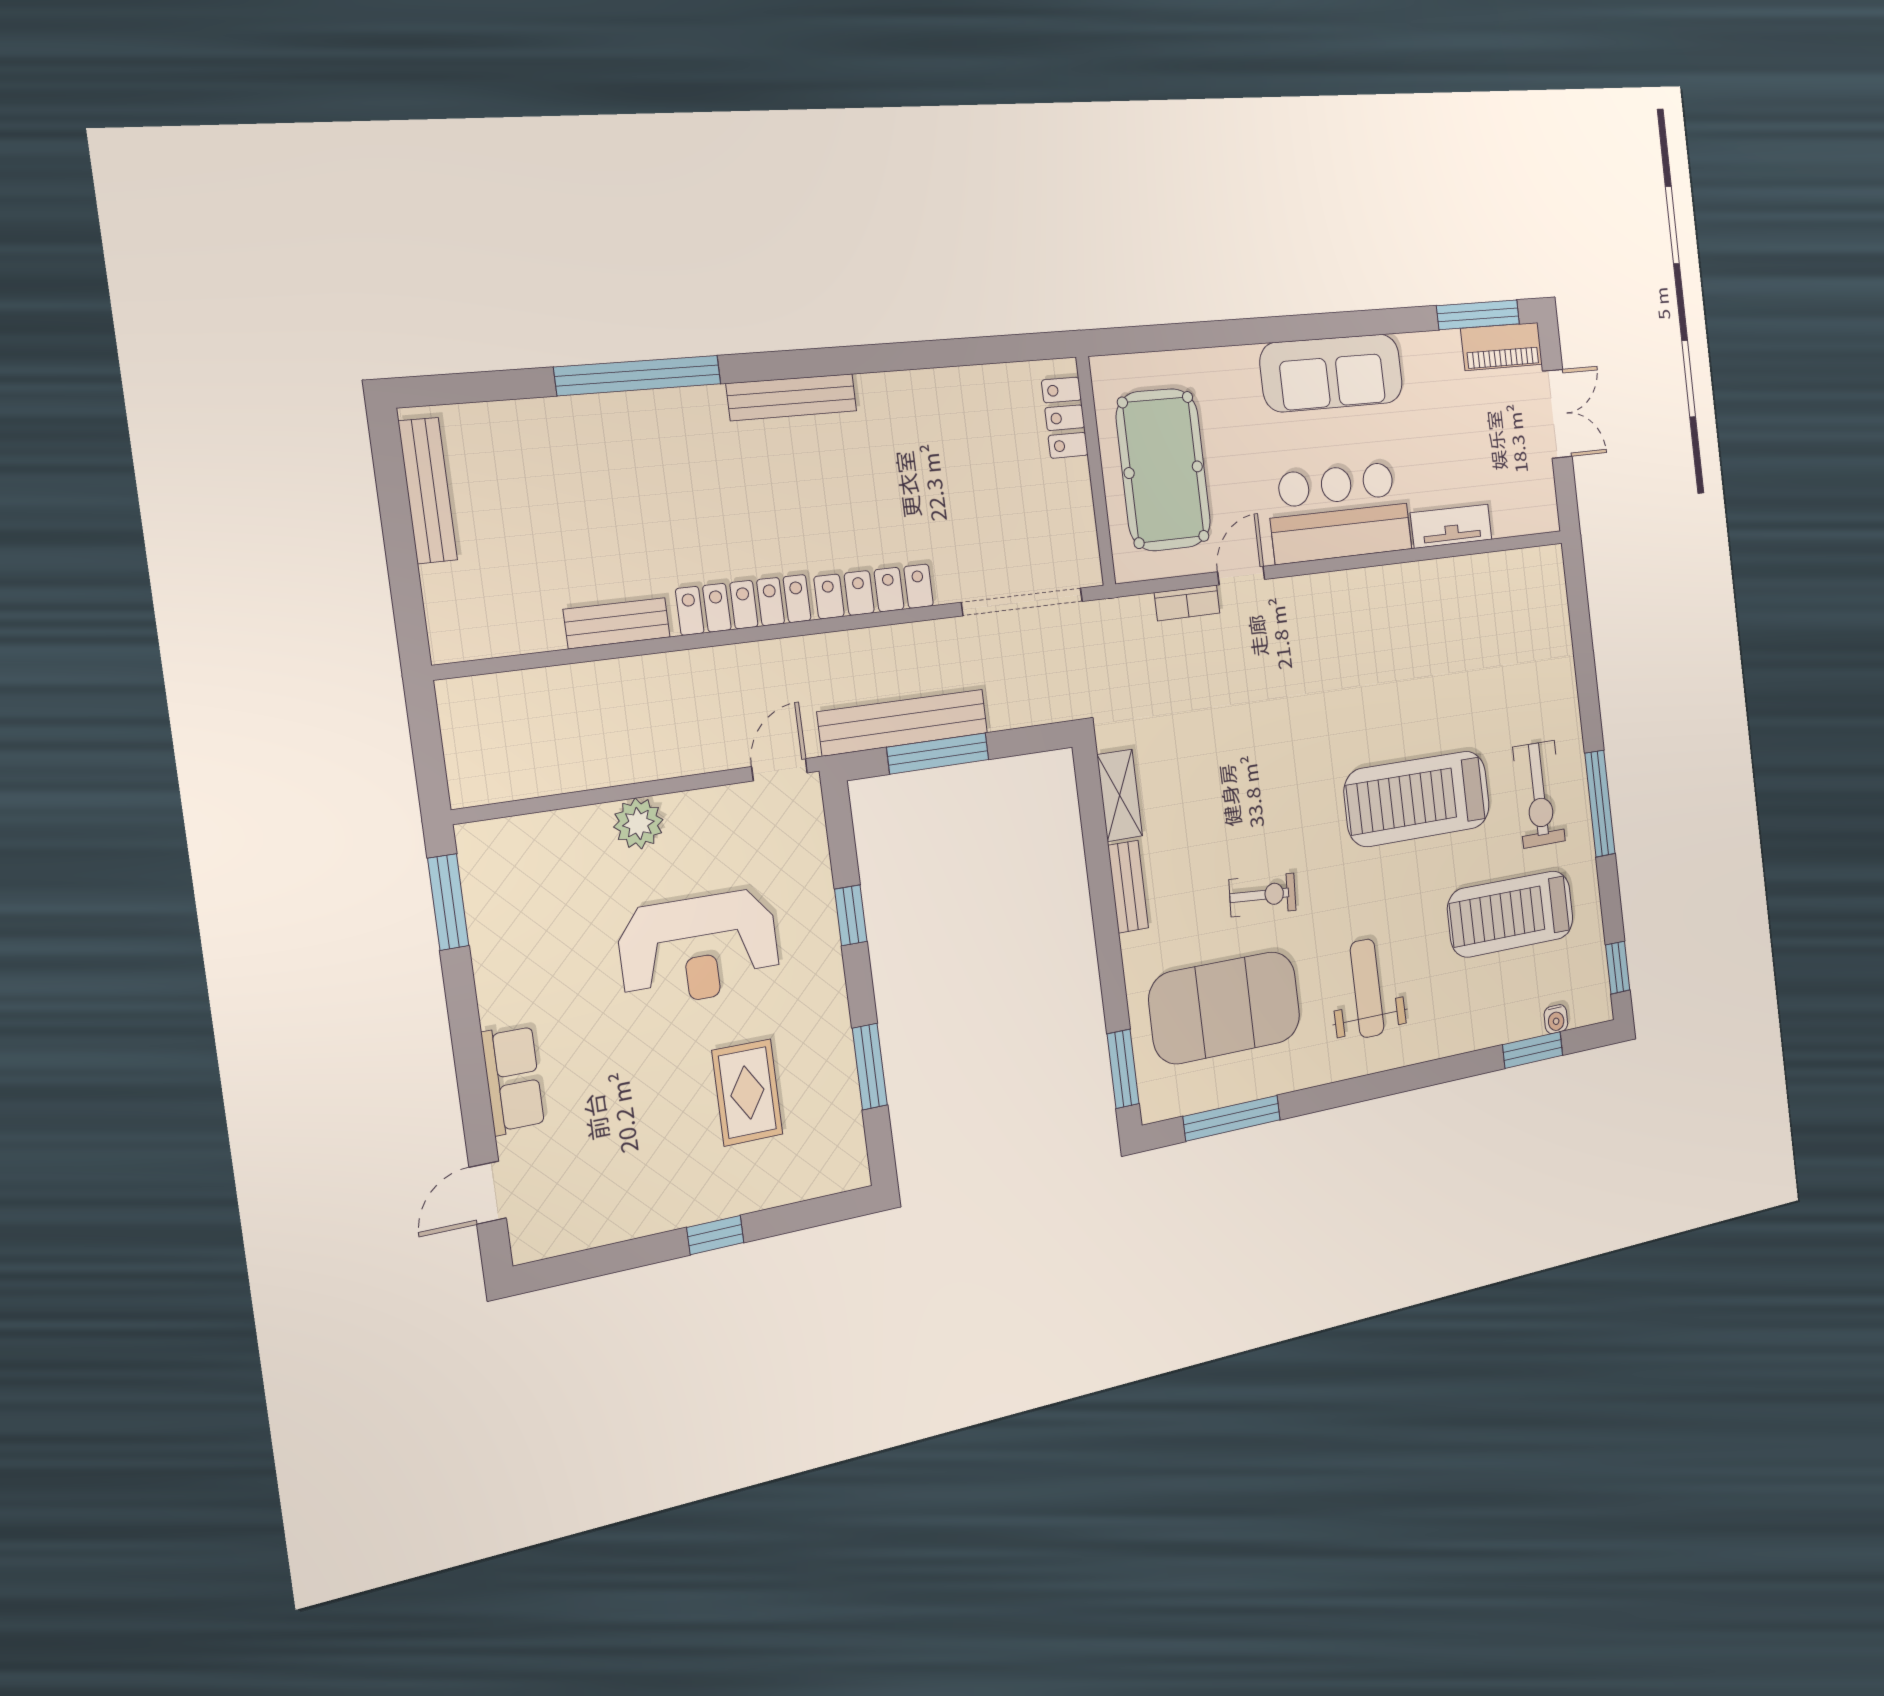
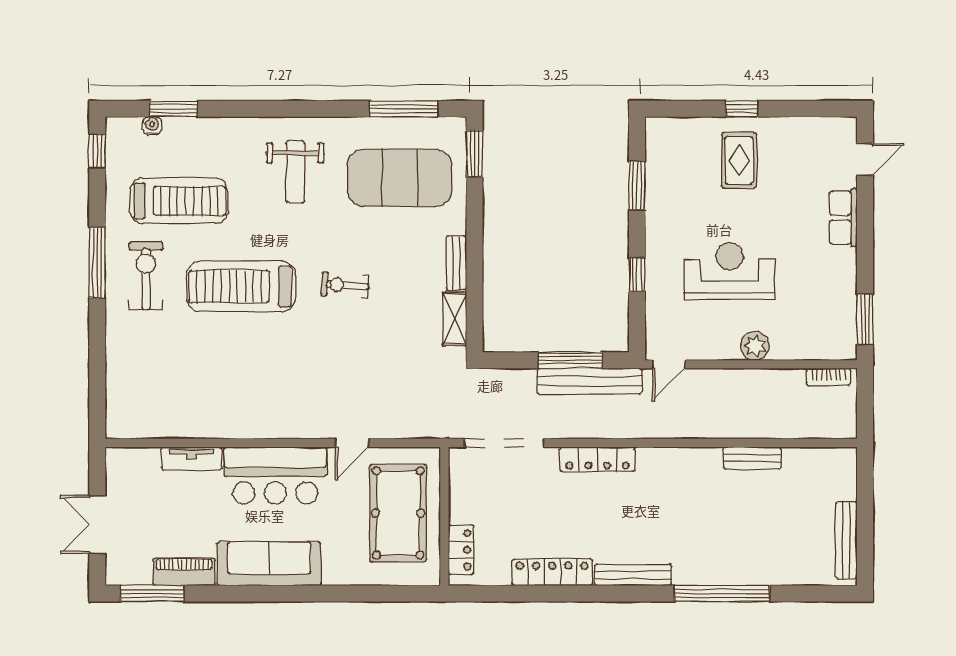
piano: (1502, 346) -> (184, 572), moved
bookcase: (1187, 603) -> (829, 377), moved, turned 180
locker: (744, 605) -> (552, 572), moved, turned 180
treadmill: (1417, 799) -> (241, 286), turned 180
exercise bike: (1263, 895) -> (345, 285), moved
rug: (747, 1092) -> (739, 160), moved

